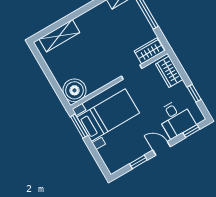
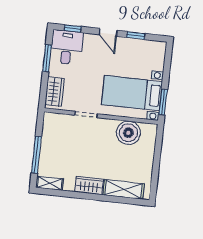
wardrobe: (149, 51) -> (89, 186), moved, turned 180
boiler: (74, 90) -> (128, 133), moved
window: (194, 93) -> (47, 58), width x1.50
desk: (176, 119) -> (67, 47), moved

